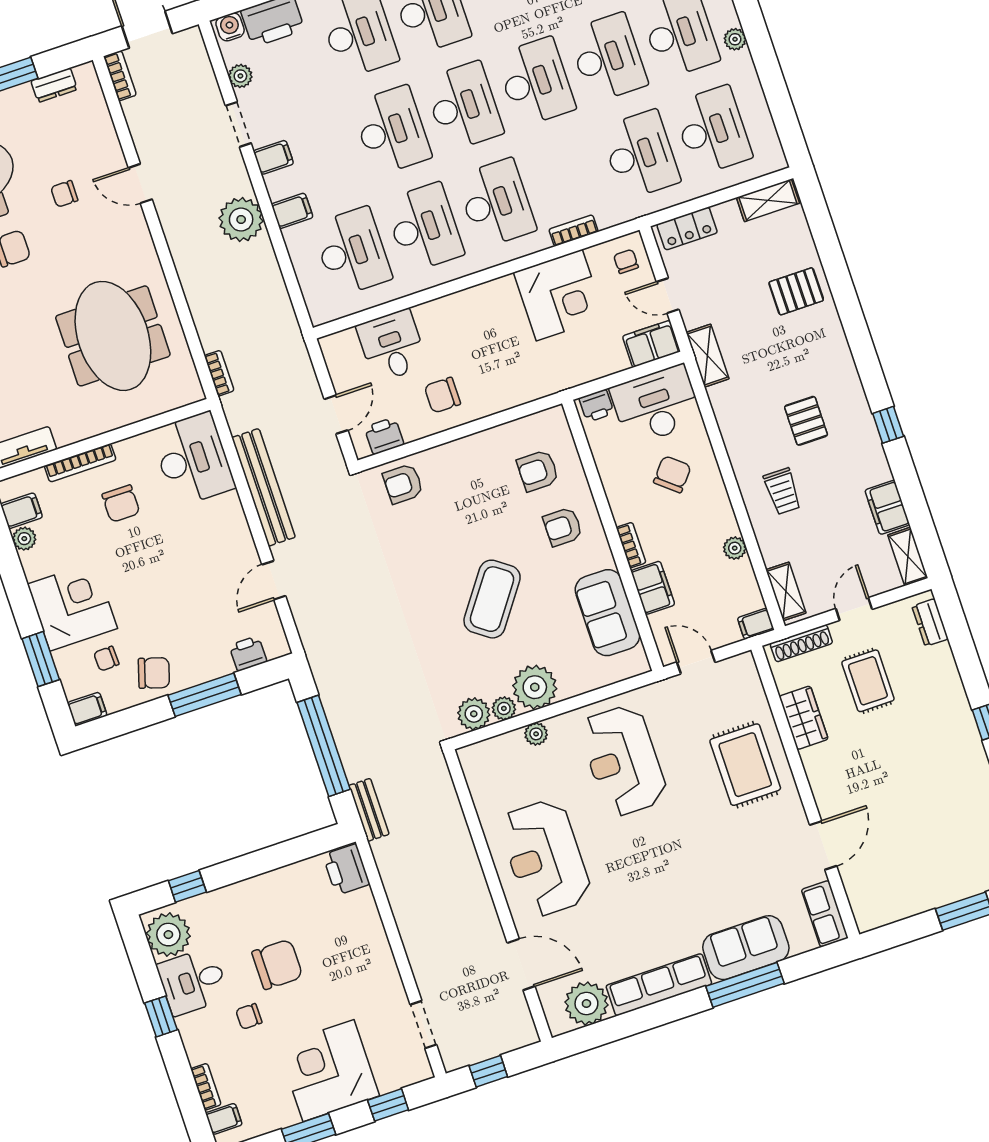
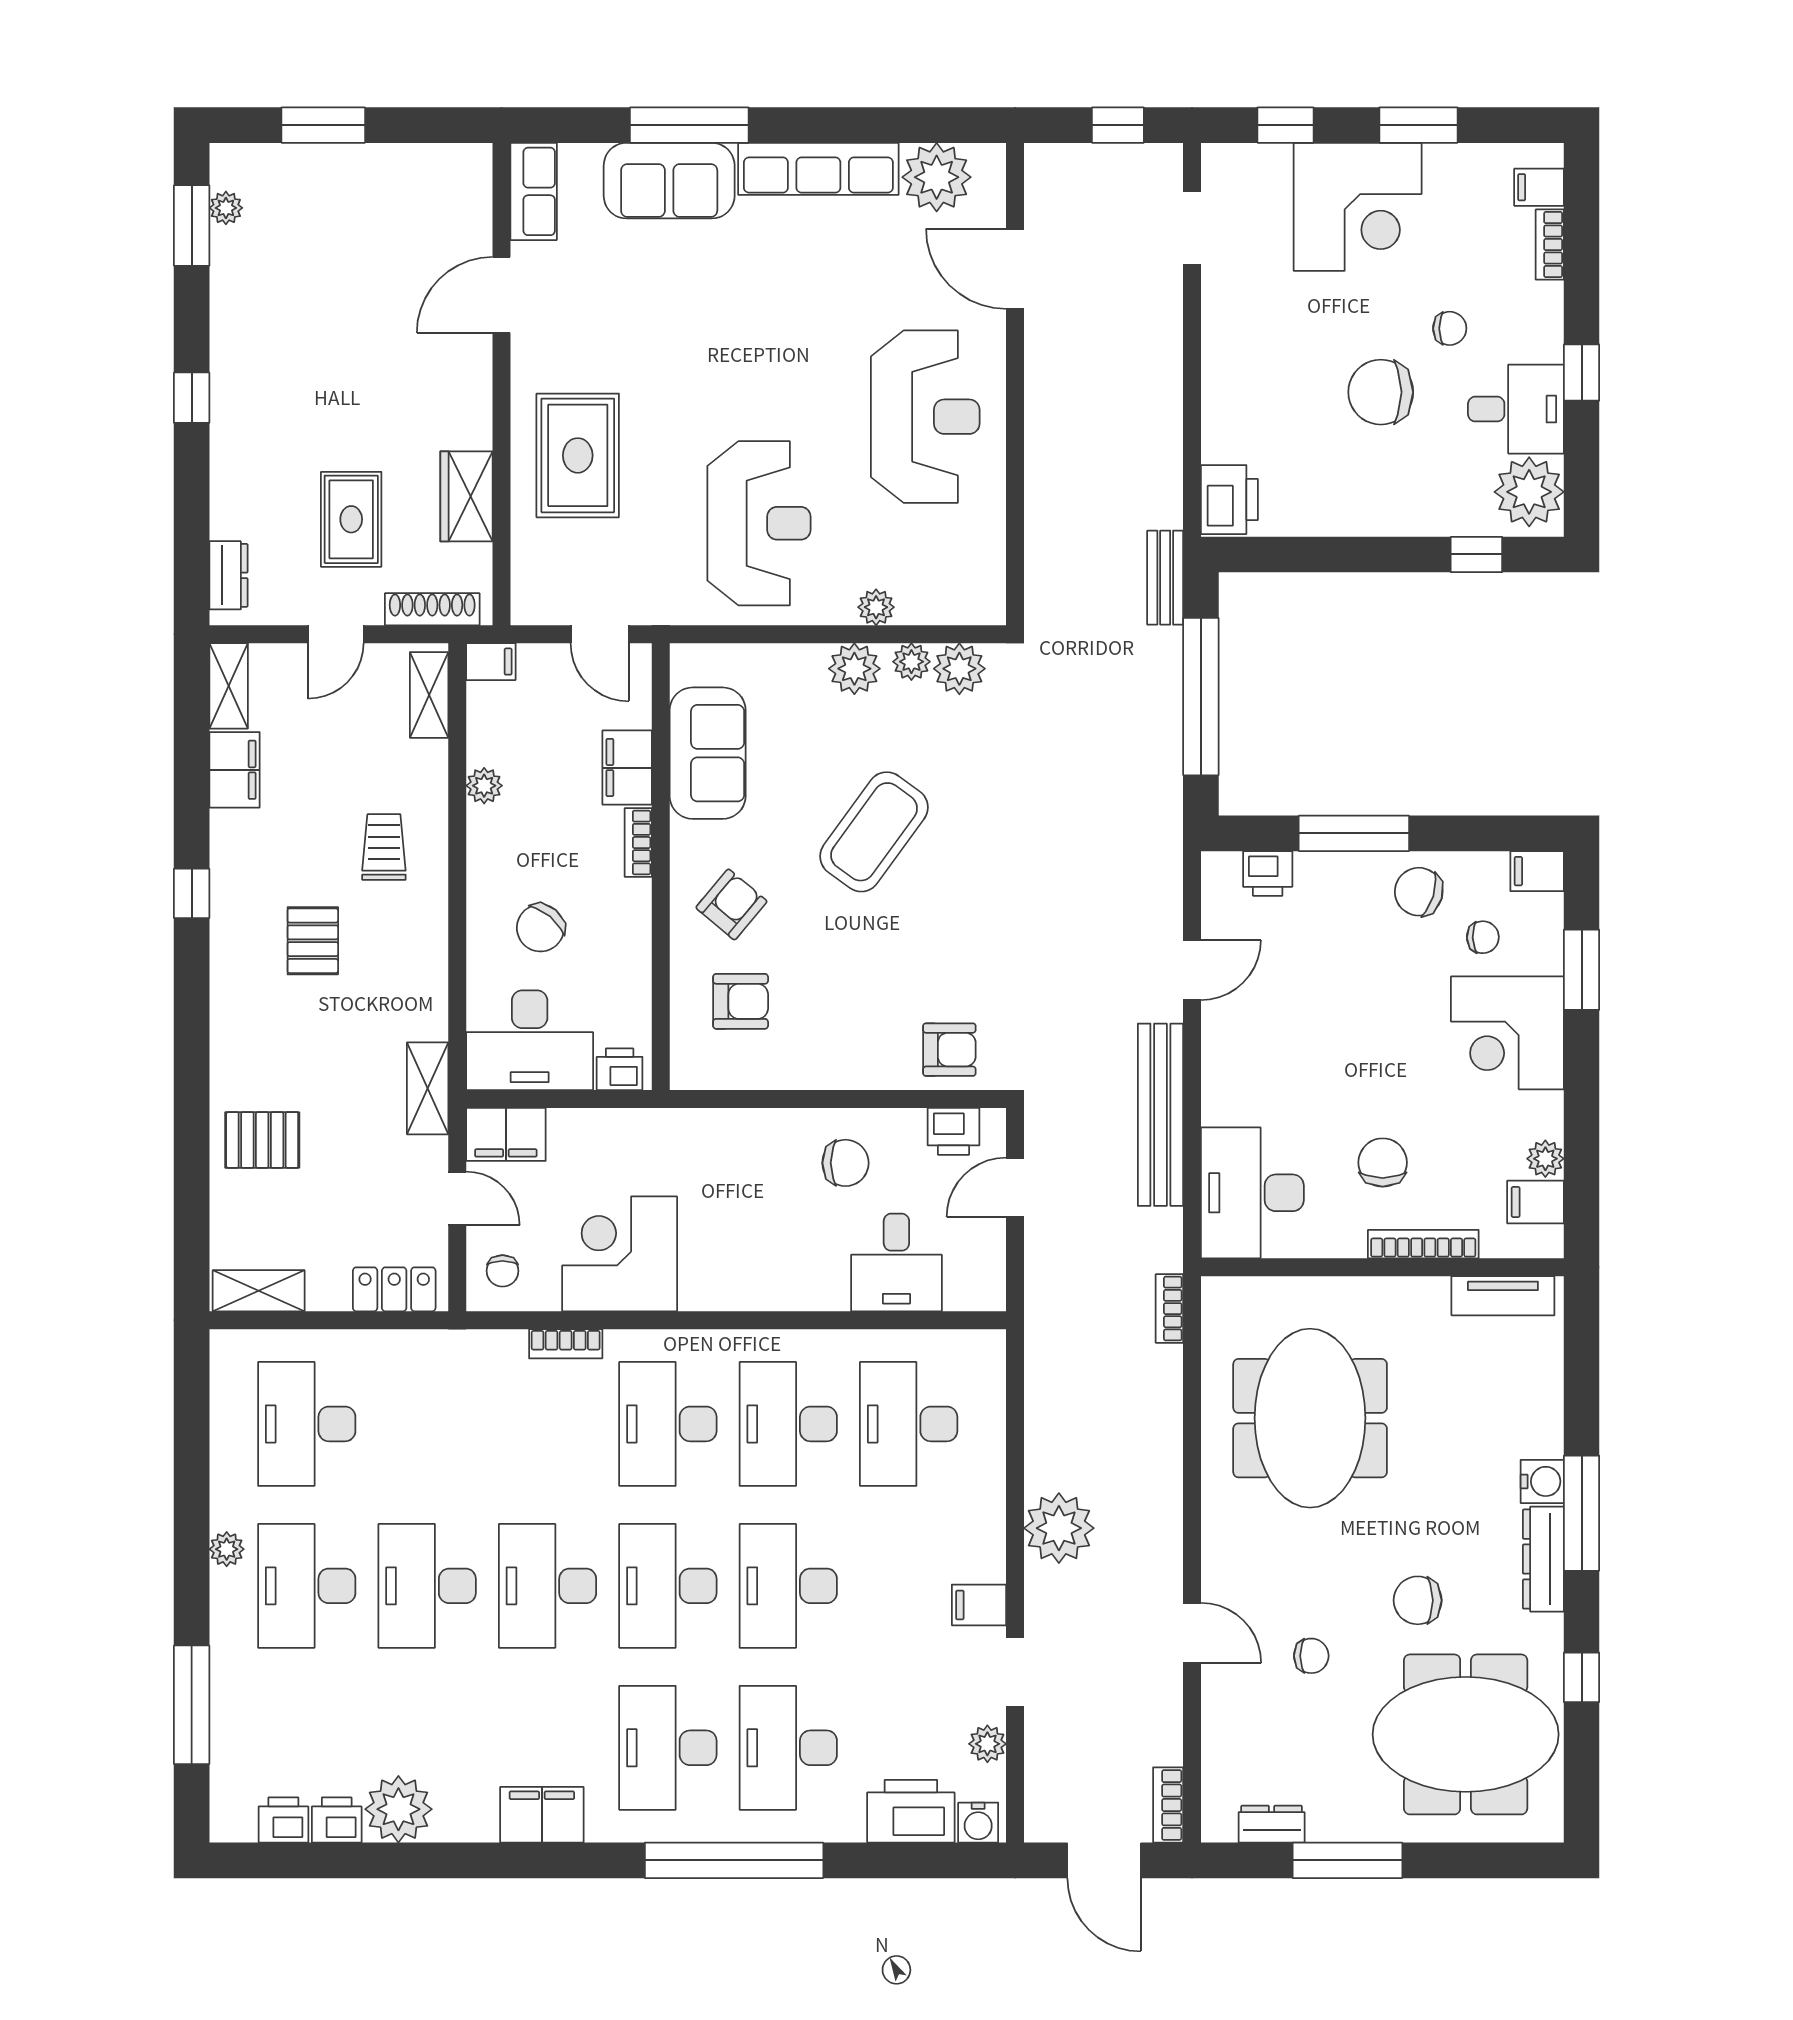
desk: (640, 155) -> (427, 1424), removed
filing cabinet: (292, 211) -> (978, 1515), removed
armchair: (563, 527) -> (731, 904), turned -50
plant: (535, 687) -> (854, 669), width x0.73, depth x0.73

